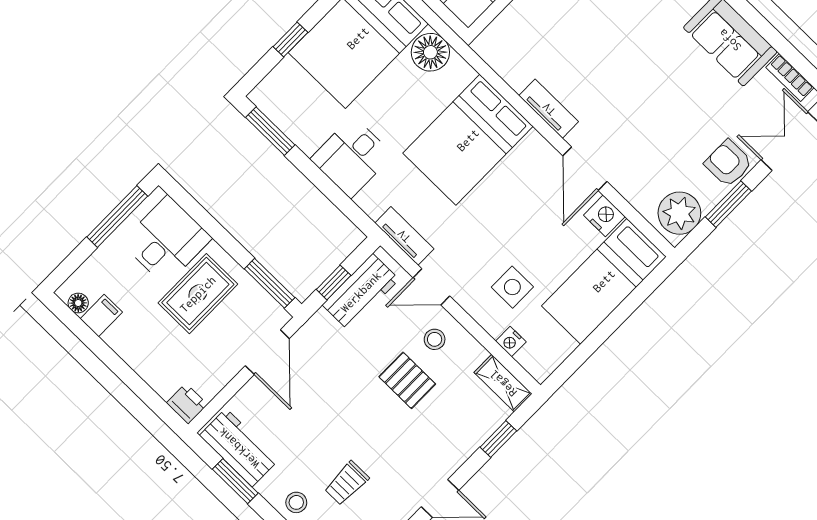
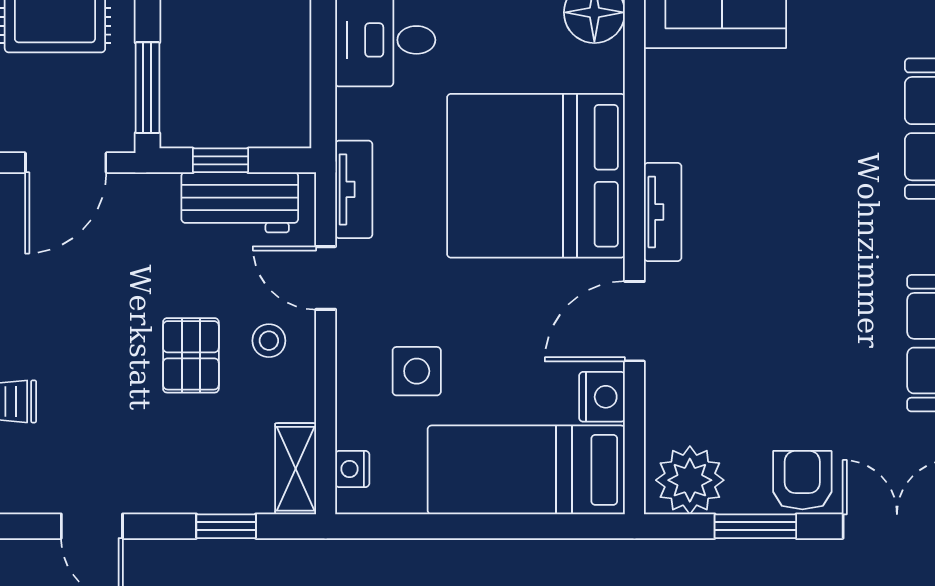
bed: (468, 140) -> (536, 176), width x1.36
nightstand: (511, 342) -> (352, 469), moved

